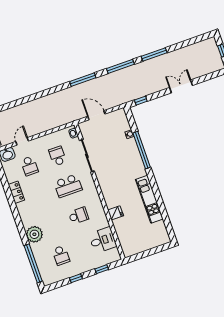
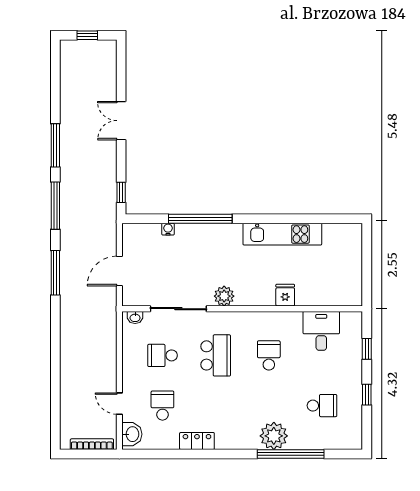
school desk: (29, 166) -> (162, 406), turned -90
plant: (103, 179) -> (224, 296), added
window: (33, 263) -> (291, 454), moved

